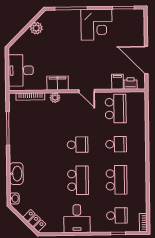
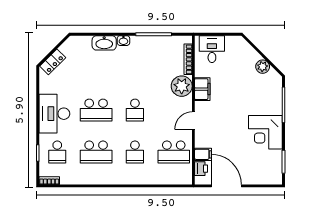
door: (146, 60) -> (226, 186), hinge flipped
desk: (21, 70) -> (212, 49), width x0.73
plant: (55, 98) -> (182, 86), width x1.87, depth x1.87
washbasin: (14, 198) -> (123, 41), moved
desk: (77, 219) -> (54, 114), width x1.37

